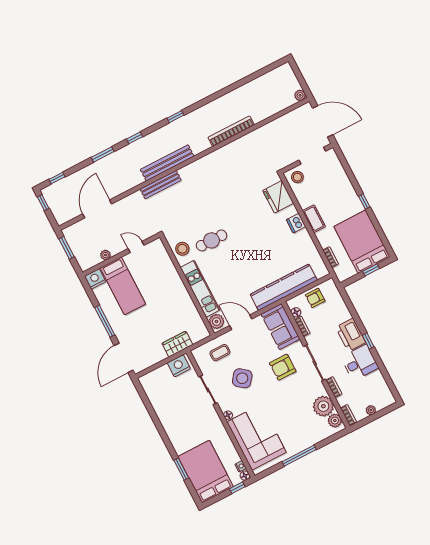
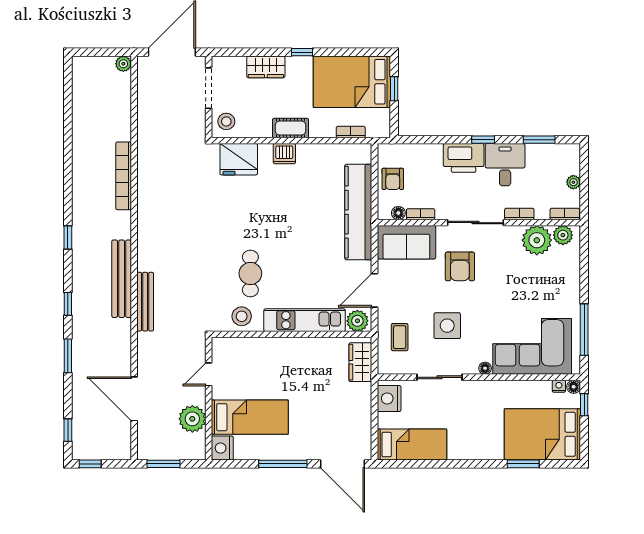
wardrobe: (344, 184) -> (266, 67), added
plant: (105, 255) -> (192, 419), width x1.87, depth x1.87
wardrobe: (177, 344) -> (360, 362), moved
window: (386, 375) -> (539, 140), added
side table: (242, 378) -> (447, 326), turned -38
bed: (158, 395) -> (412, 445), added
window: (299, 456) -> (584, 330), moved

